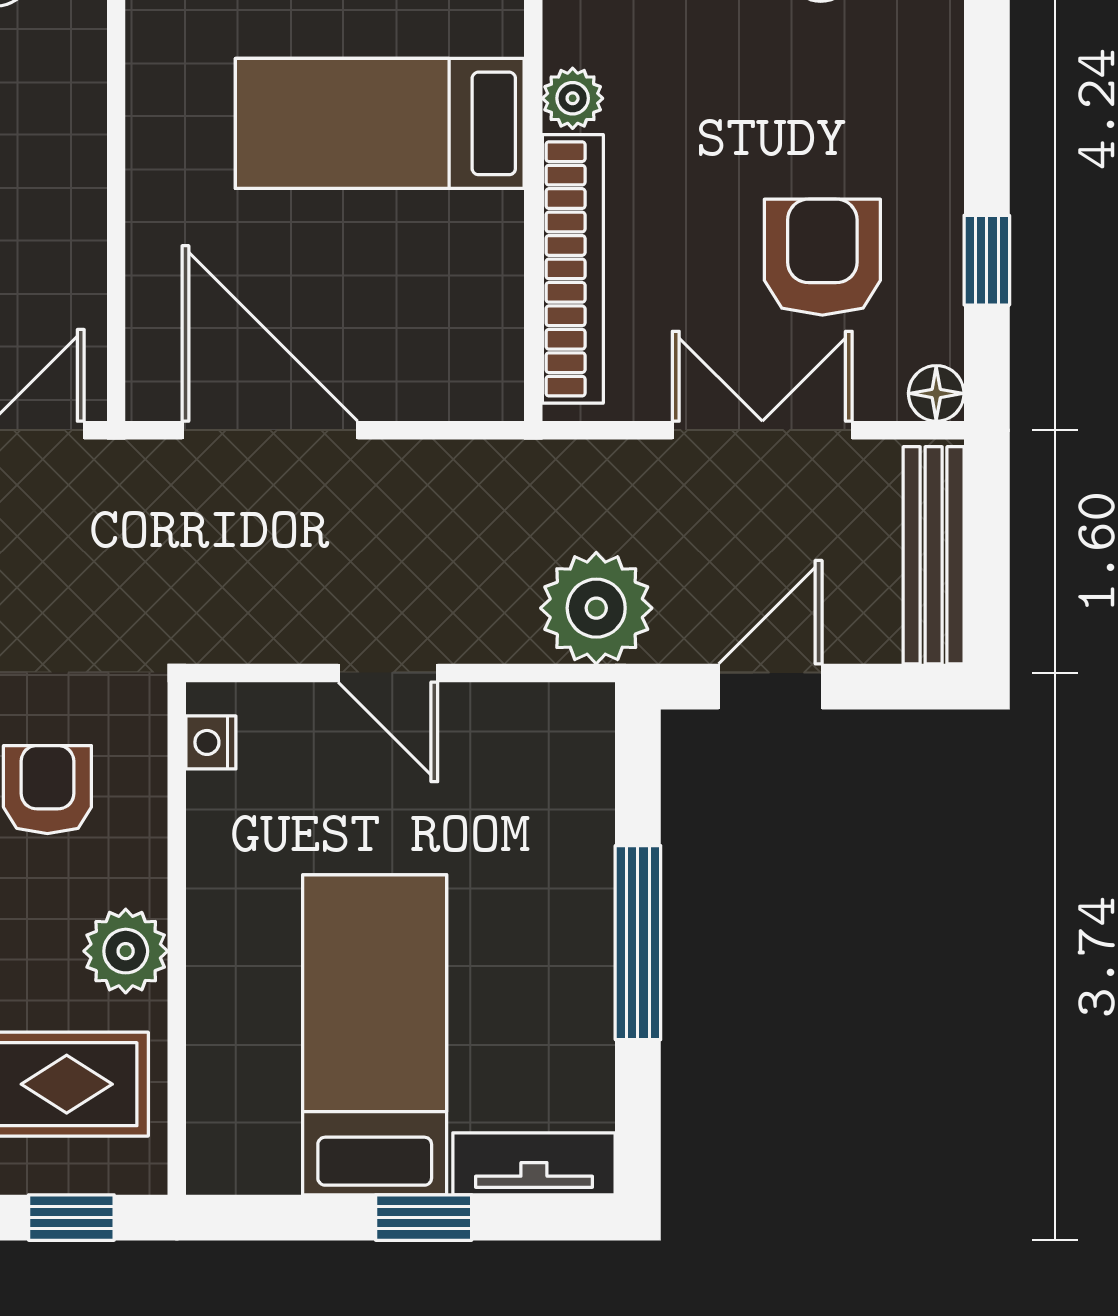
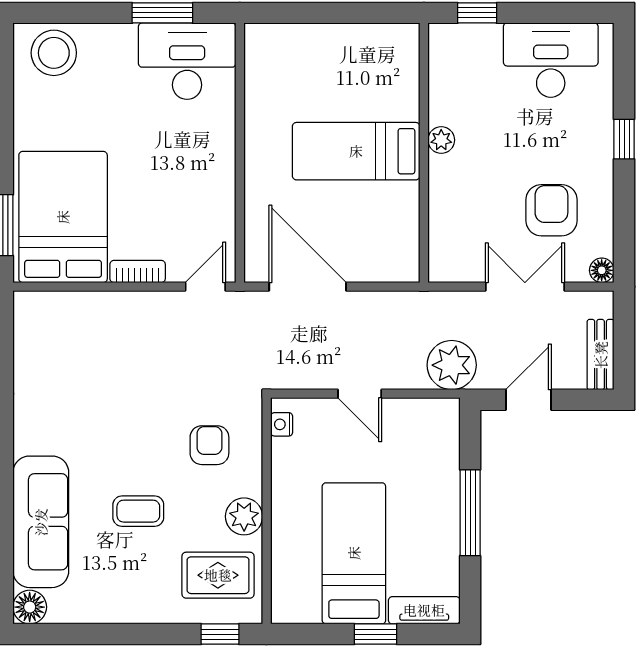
window: (987, 260) -> (624, 139), moved
bookcase: (573, 269) -> (441, 215), removed
bench: (934, 555) -> (601, 355), width x0.73

